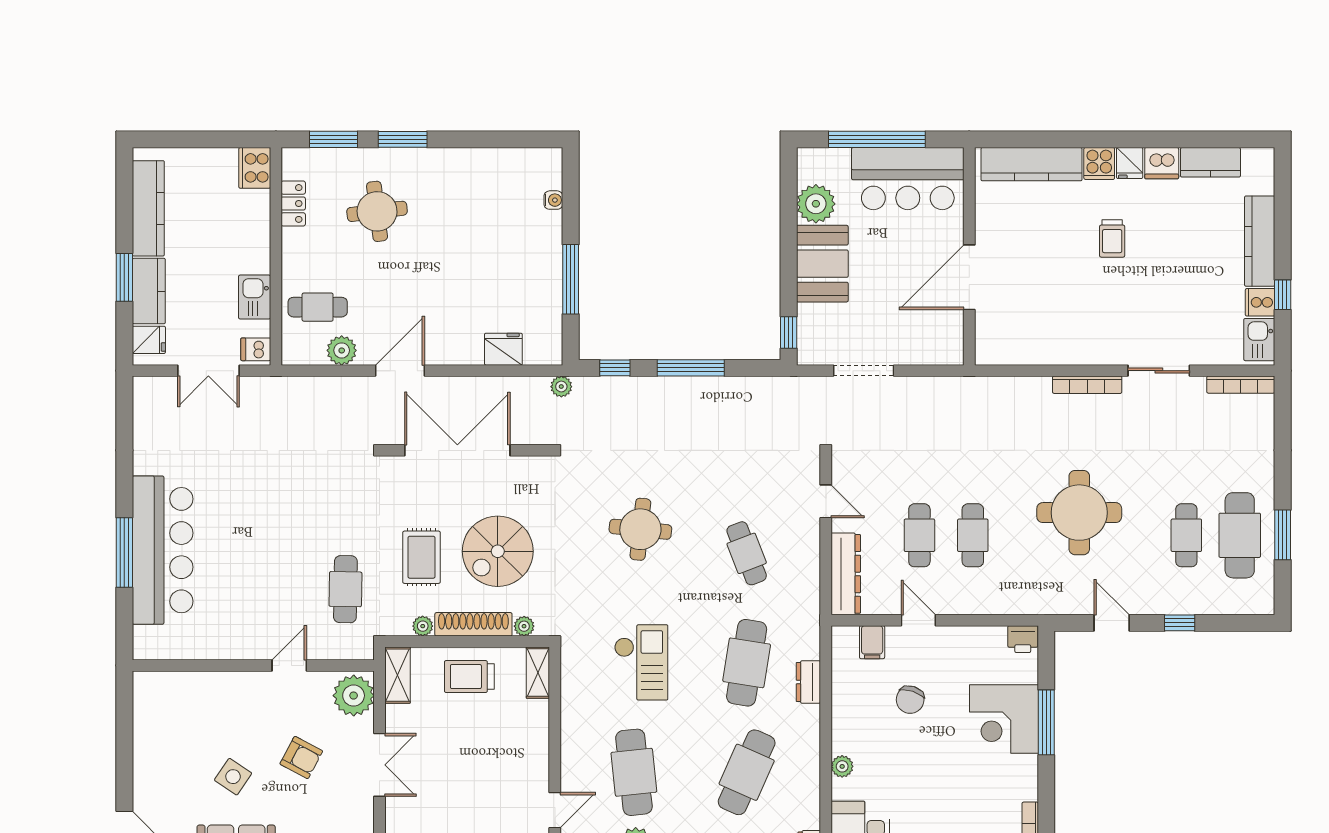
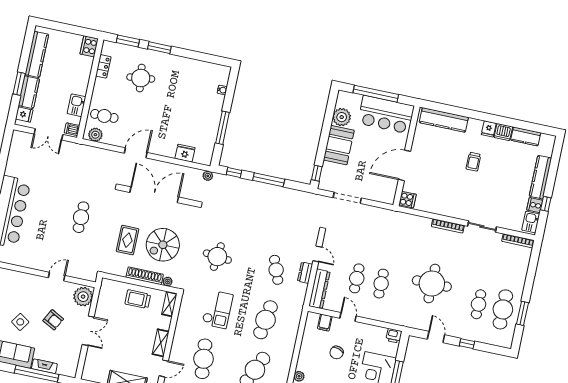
cooker: (1099, 163) -> (407, 200), moved, turned -90
plant: (342, 350) -> (95, 135), moved
round table: (640, 529) -> (217, 257), moved
cafe table: (345, 589) -> (81, 217), moved
plant: (423, 626) -> (121, 272), removed
shelving: (397, 675) -> (161, 343), moved
dresser: (808, 682) -> (305, 273), moved

